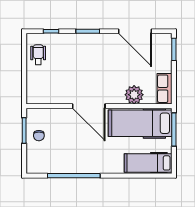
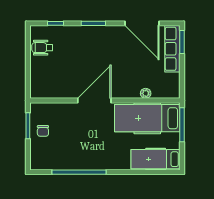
wheelchair: (38, 55) -> (42, 48), turned -90
row of seats: (164, 89) -> (172, 49), moved, width x1.48
plant: (134, 95) -> (146, 93), width x0.53, depth x0.53
door: (89, 106) -> (94, 101), swing flipped

